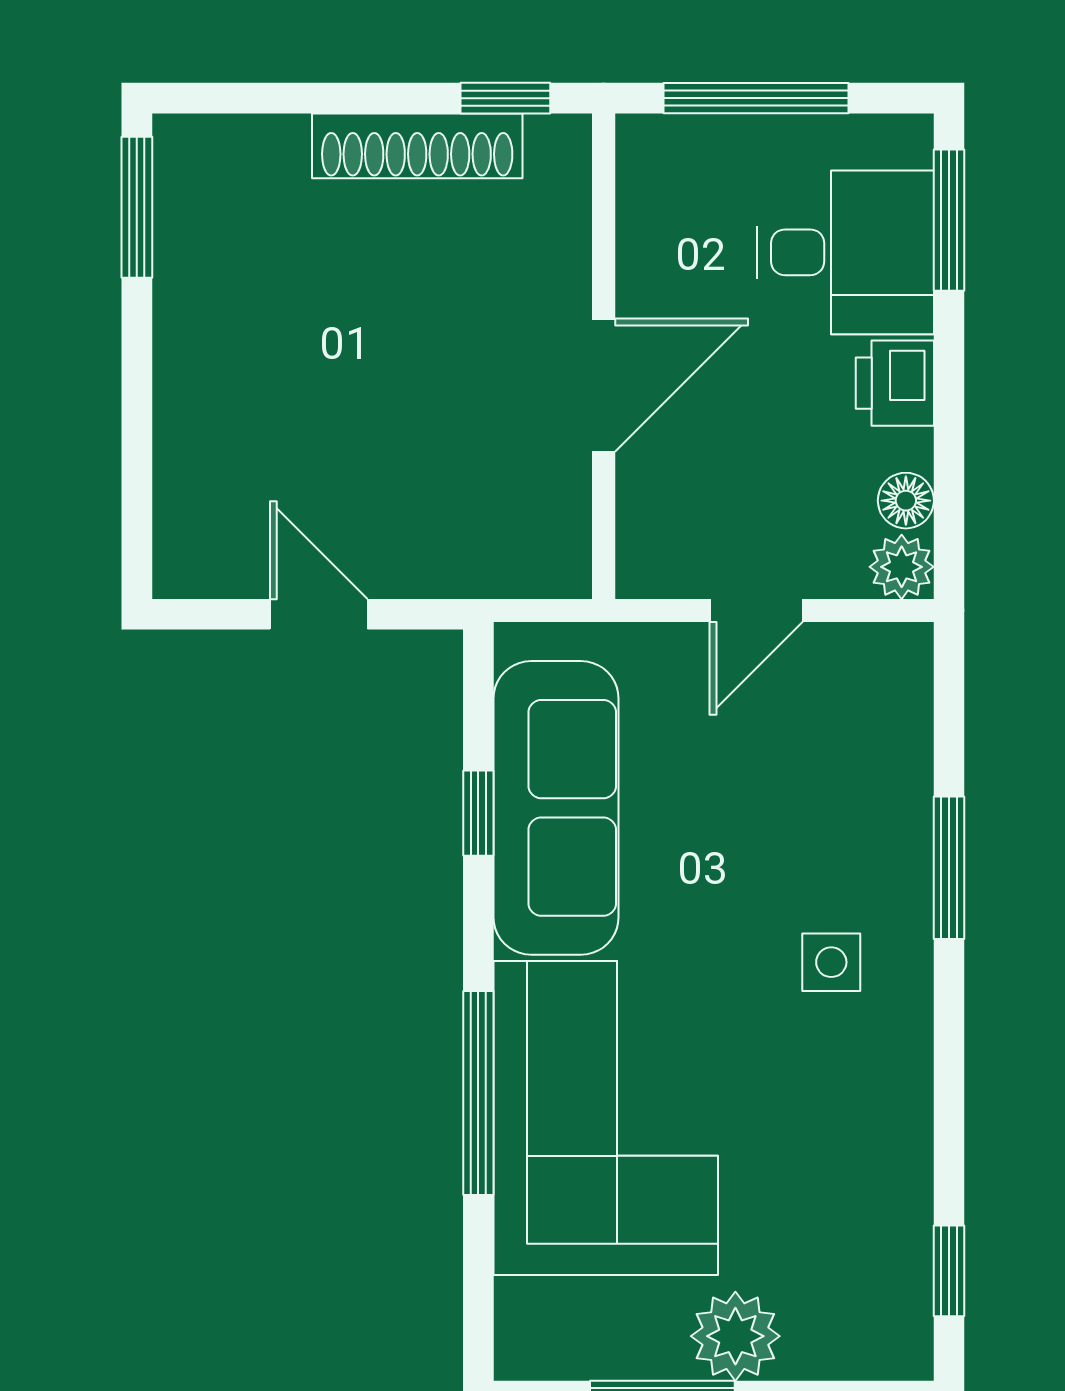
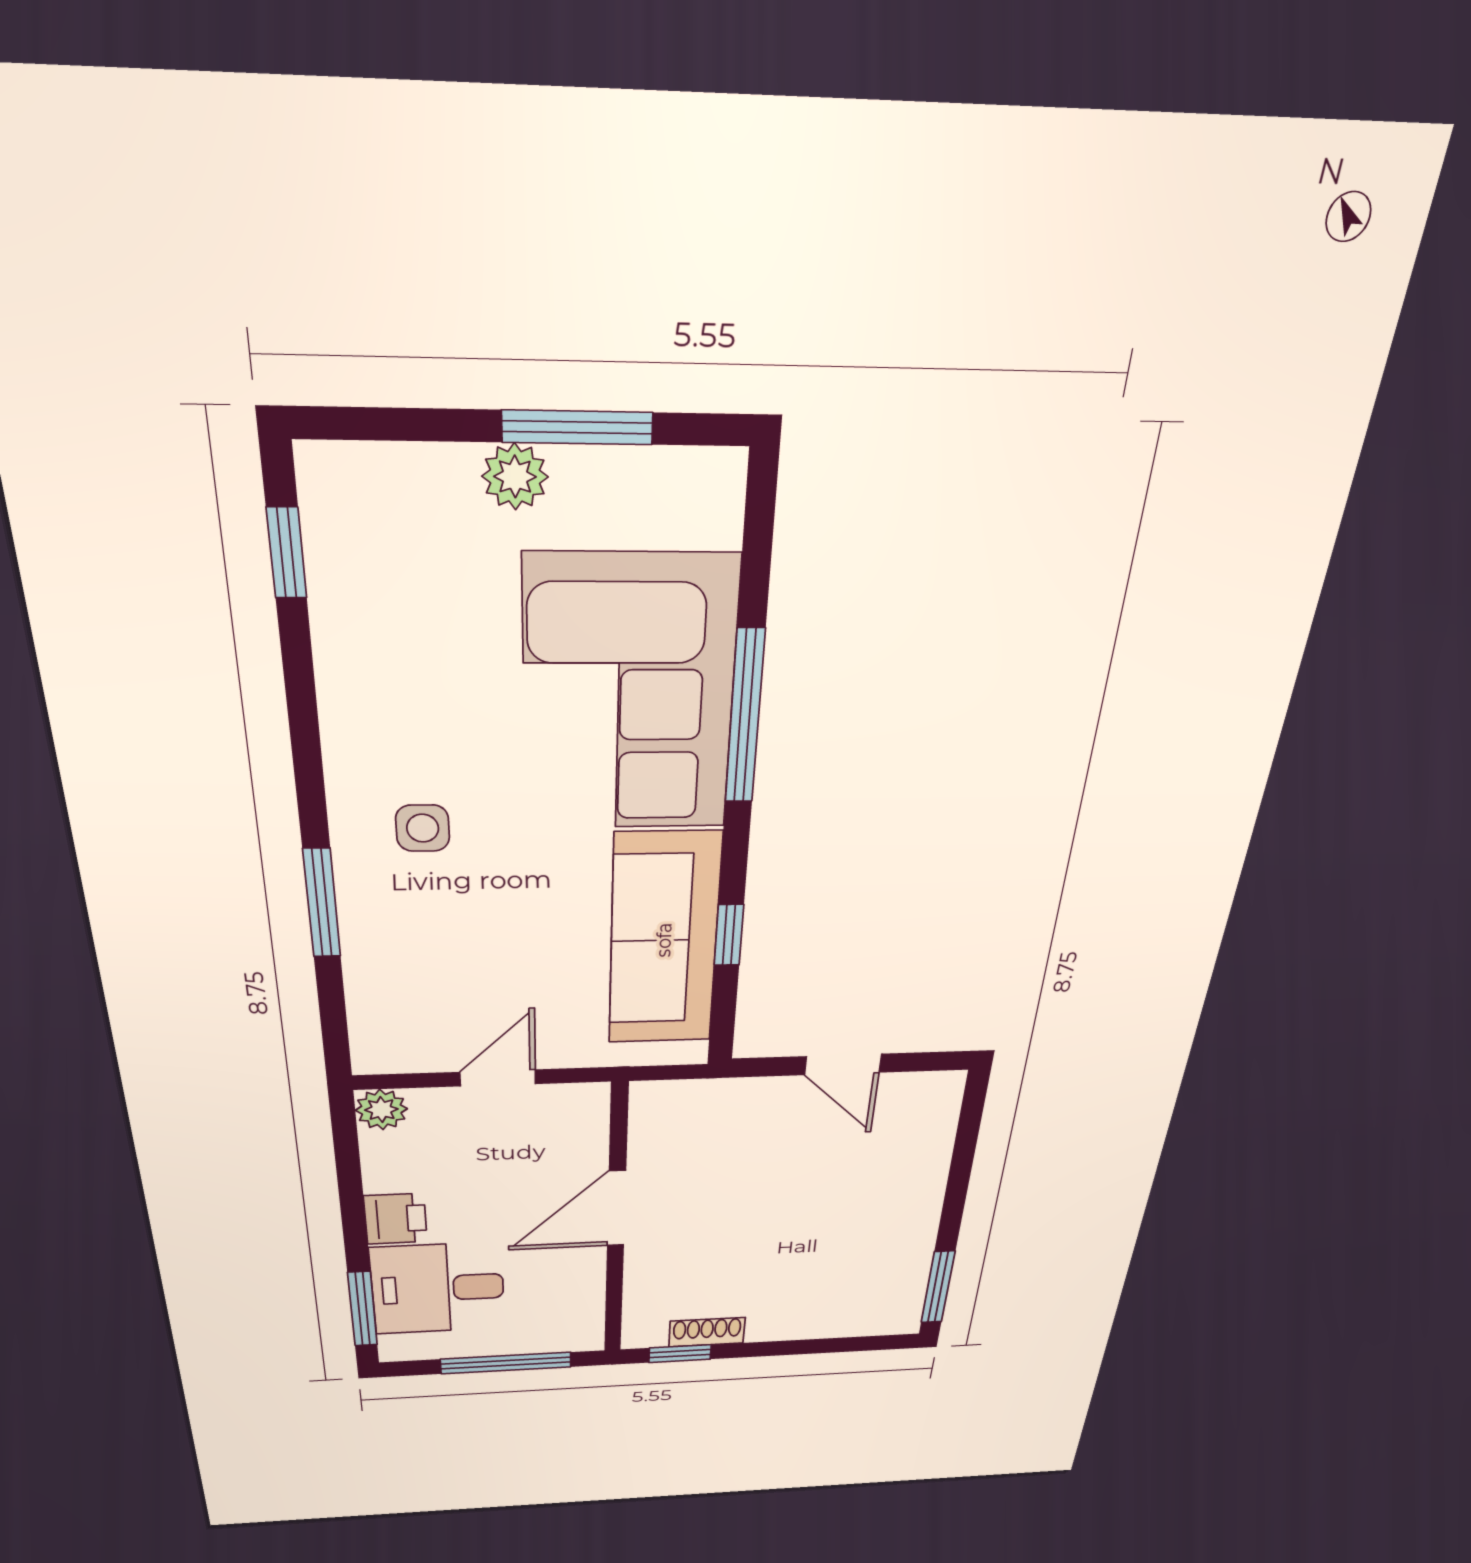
shoe rack: (417, 146) -> (707, 1332), width x0.51, depth x0.81
floor lamp: (906, 501) -> (381, 1151), removed
plant: (735, 1336) -> (515, 477), width x0.73, depth x0.73

